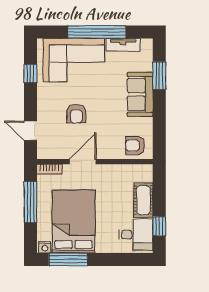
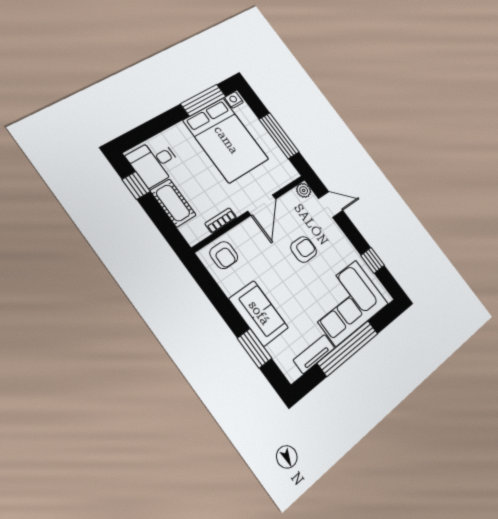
armchair: (76, 114) -> (304, 249), turned 90
armchair: (135, 146) -> (224, 255), turned 90
plant: (43, 153) -> (304, 190), added
bookcase: (49, 169) -> (221, 220), moved

